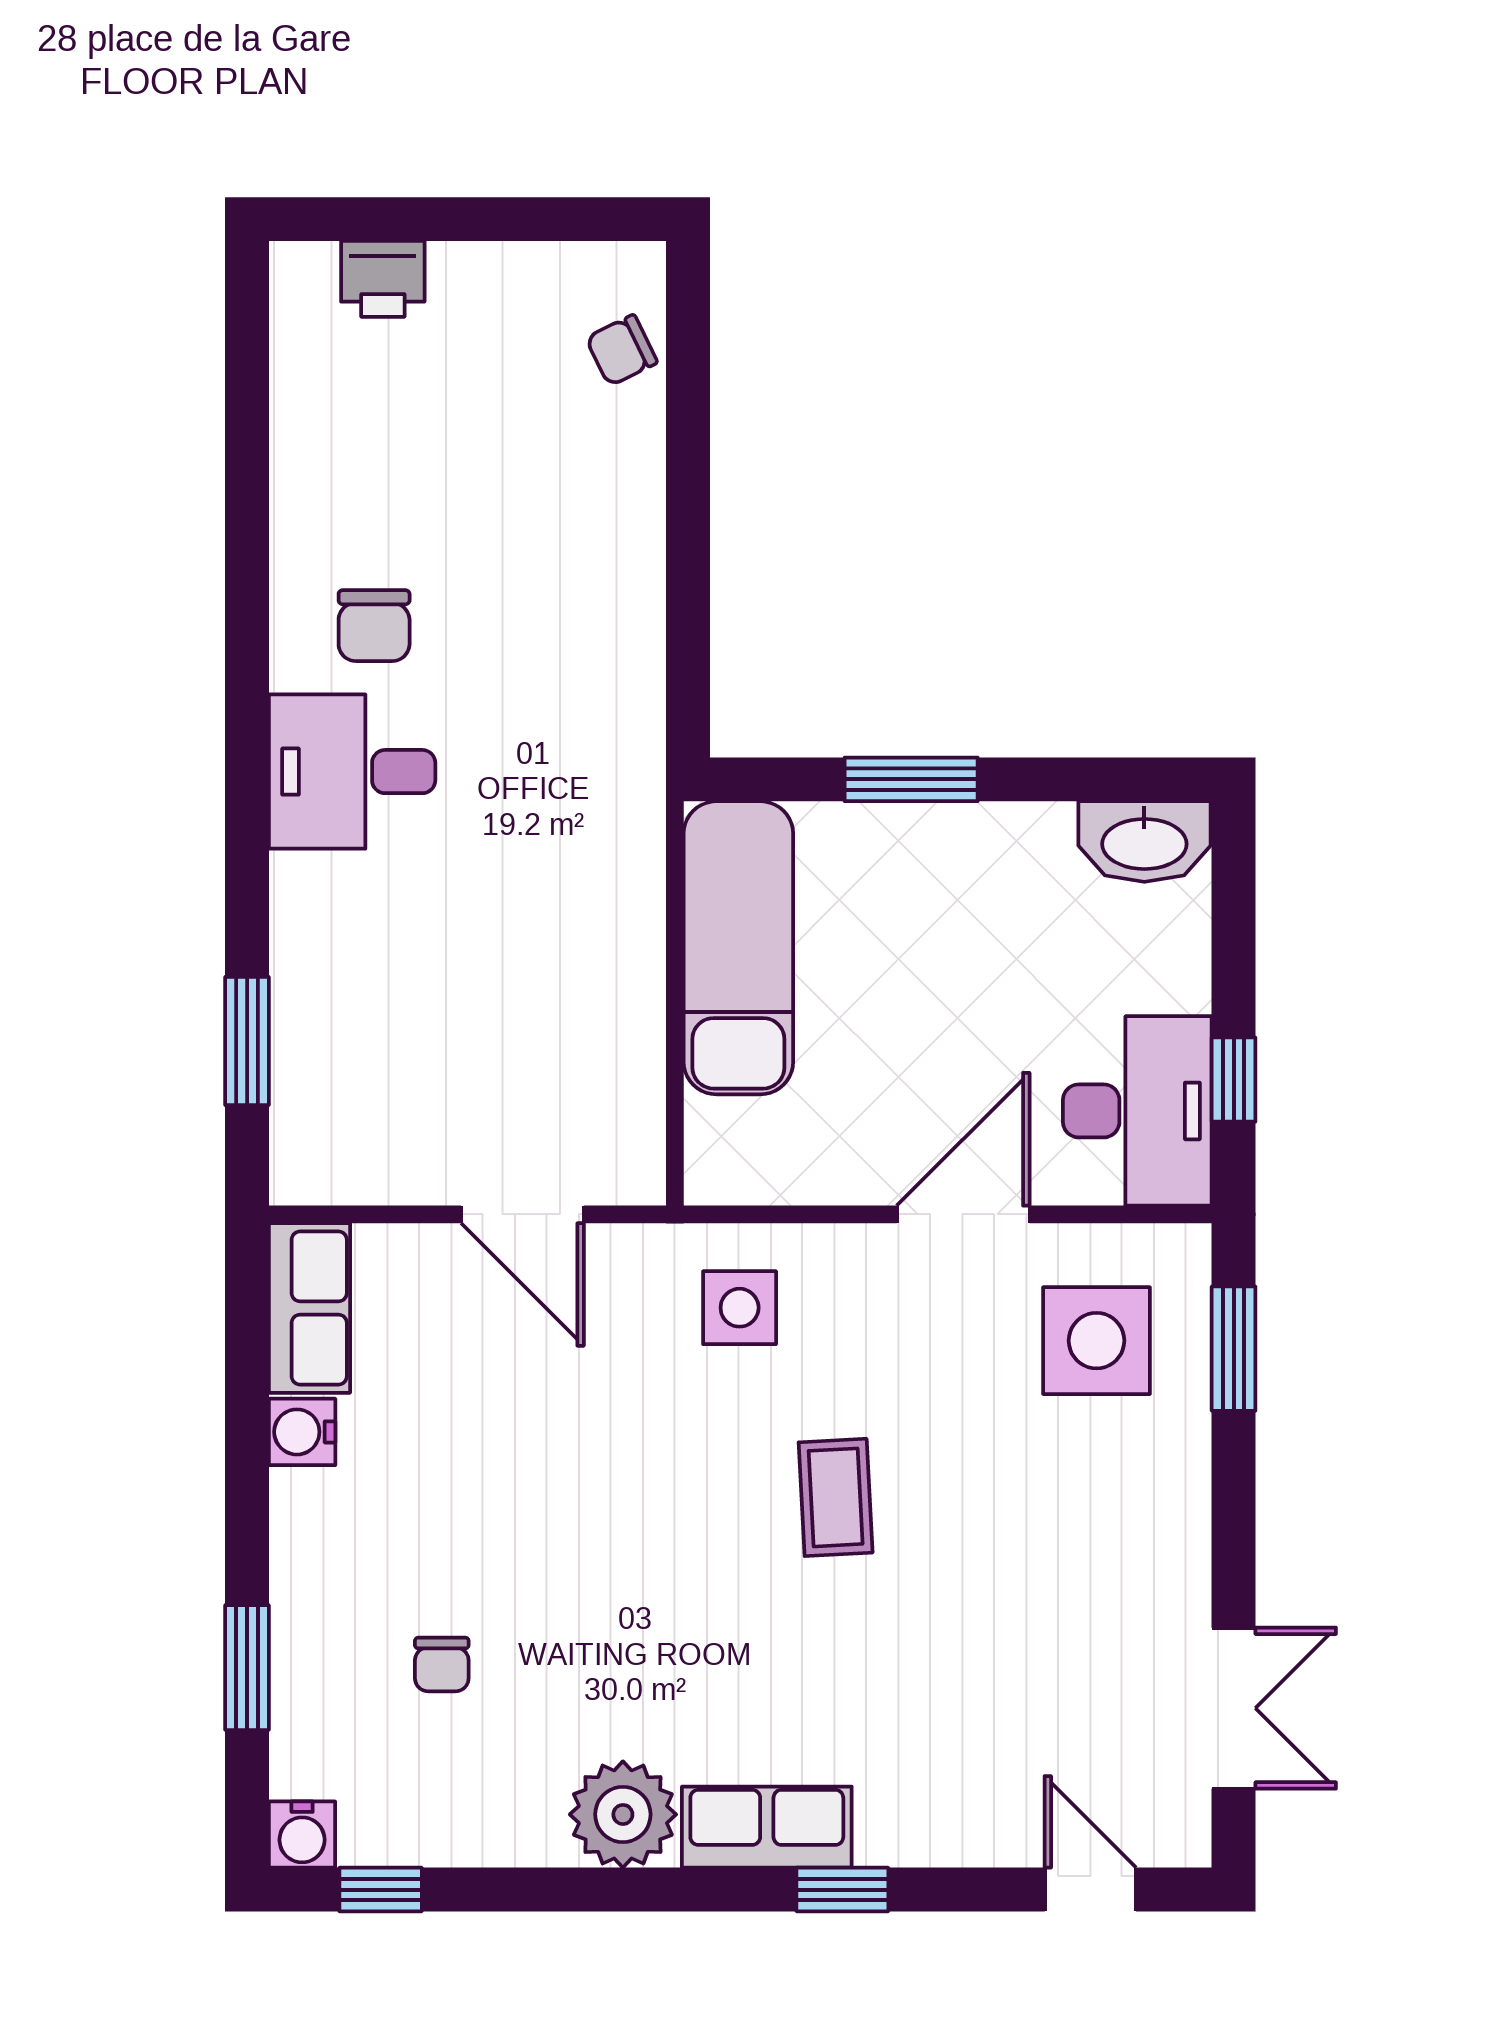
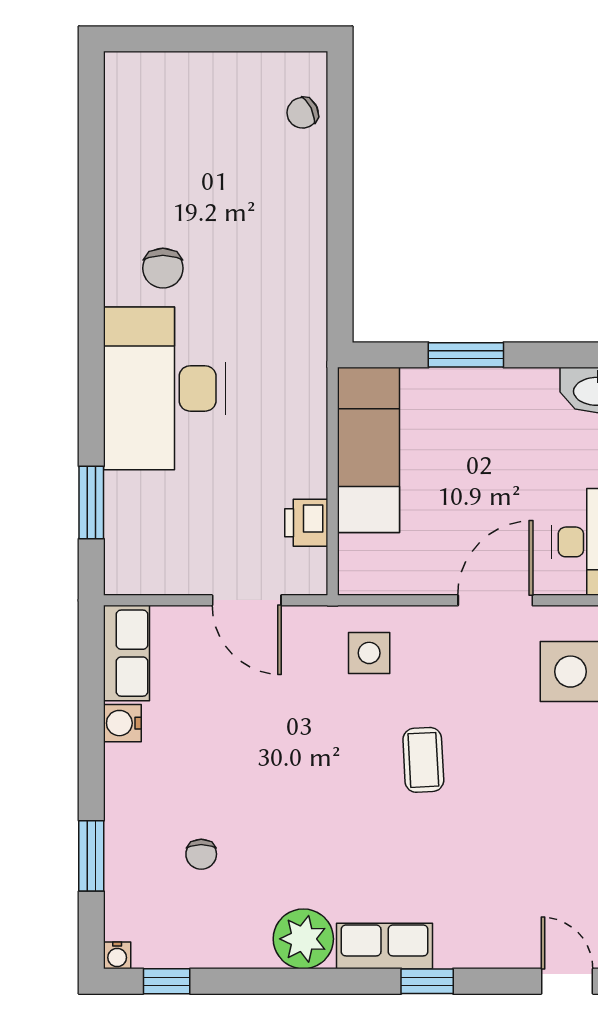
printer: (383, 279) -> (306, 523), moved, turned 90
desk: (352, 772) -> (165, 388), width x1.87, depth x1.30
water cooler: (302, 1835) -> (117, 955), width x0.72, depth x0.72

